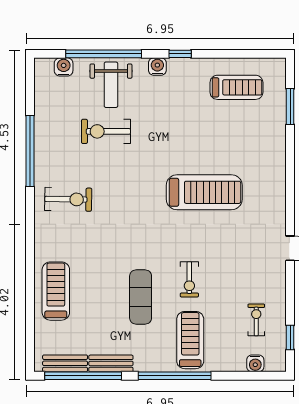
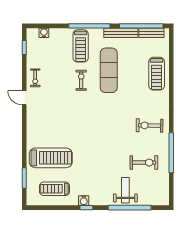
water cooler: (64, 67) -> (152, 200), removed
water cooler: (157, 67) -> (84, 200), moved
exercise bike: (106, 131) -> (144, 163), moved
treadmill: (204, 192) -> (51, 158), moved, turned 180
exercise mat: (141, 297) -> (109, 70), width x1.36, depth x1.45
exercise bike: (256, 320) -> (35, 78), moved
bench: (111, 363) -> (121, 33), width x1.36

